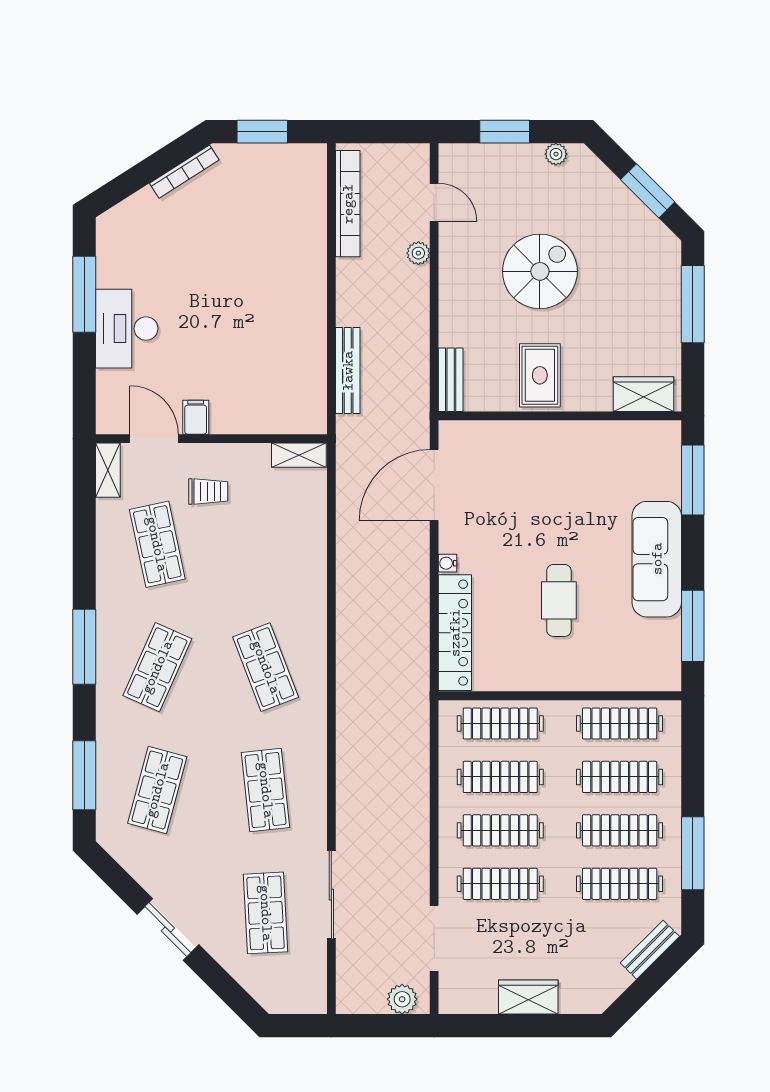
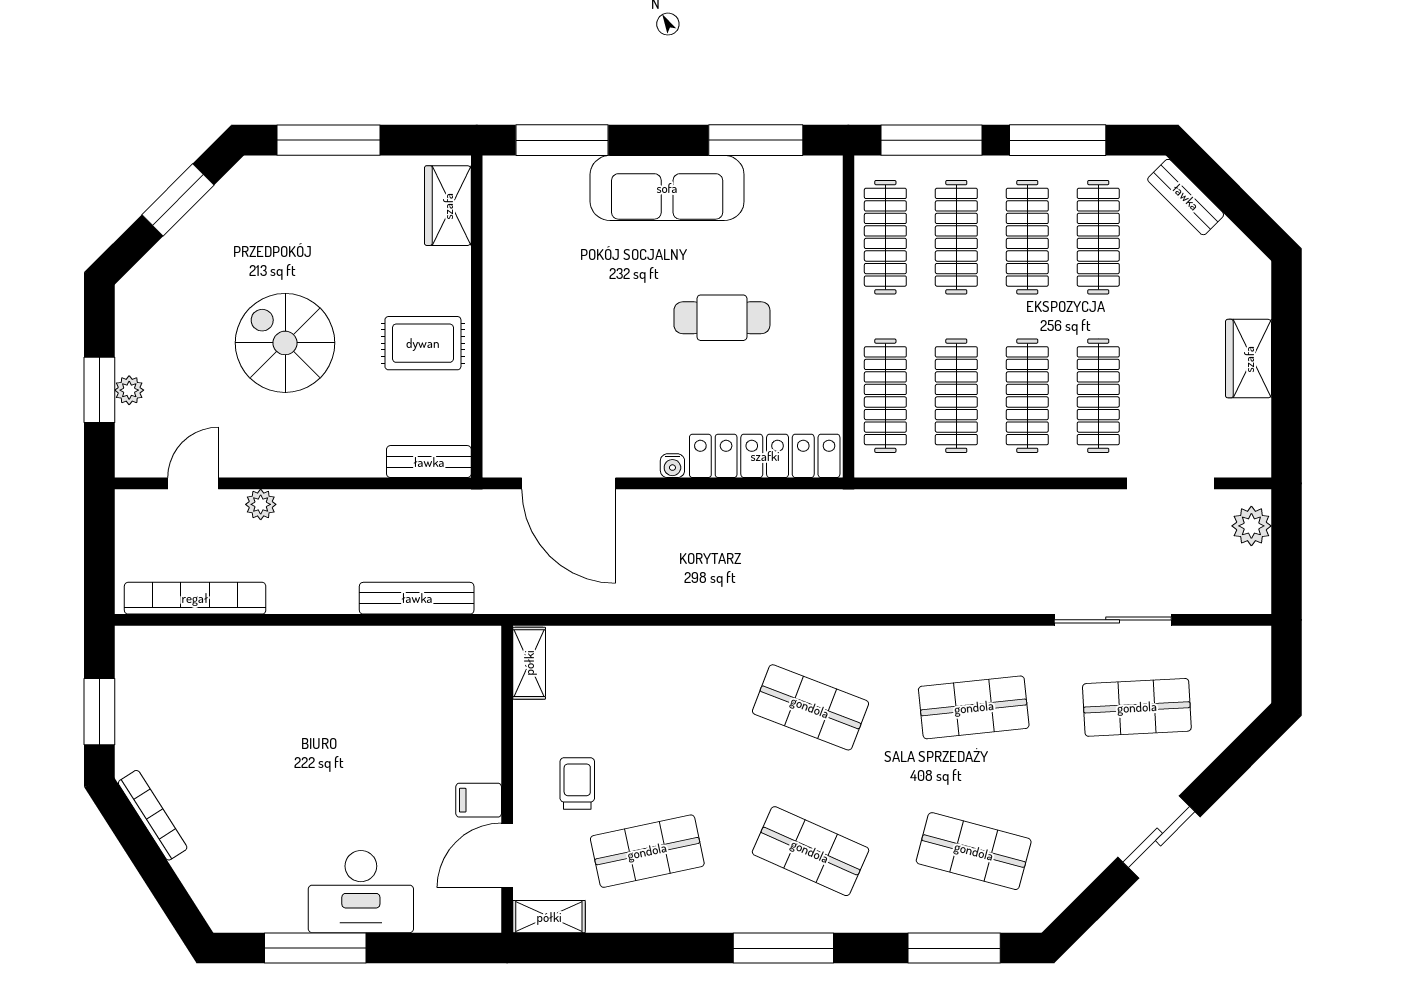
plant: (556, 154) -> (129, 390), moved
shop shelf: (266, 667) -> (810, 707), turned 42
window: (693, 758) -> (931, 140), added

